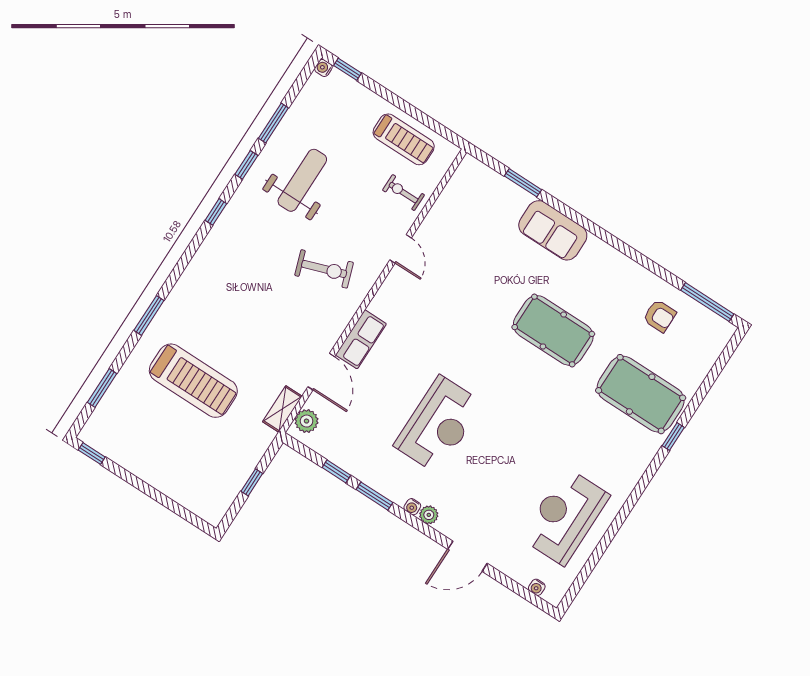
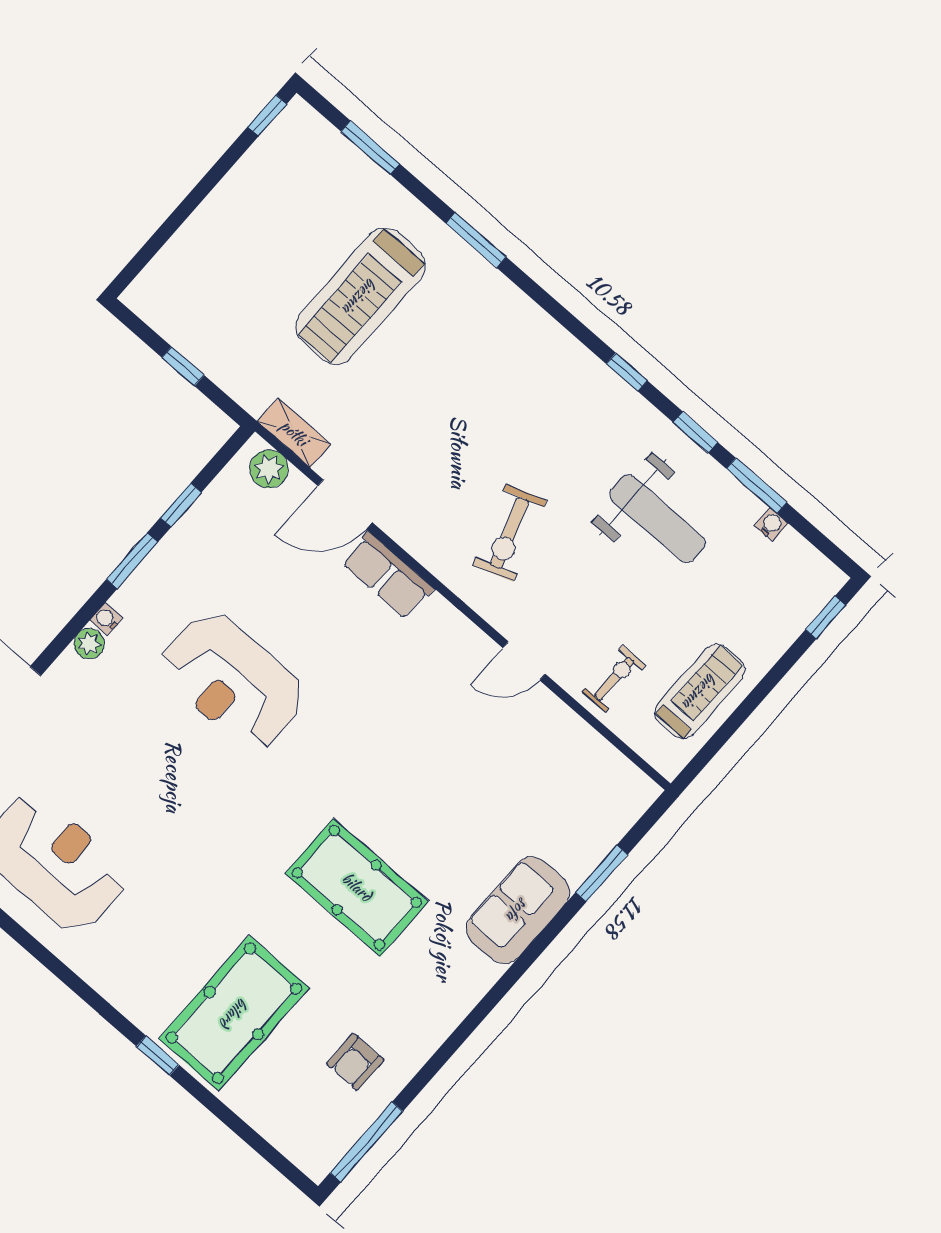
water cooler: (323, 68) -> (771, 524), moved
treadmill: (404, 139) -> (700, 691), turned 180
pool table: (553, 330) -> (357, 887), turned 90

